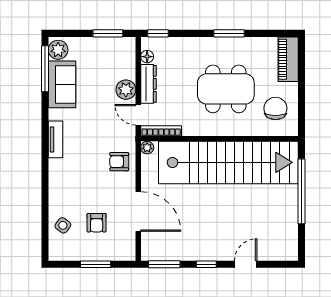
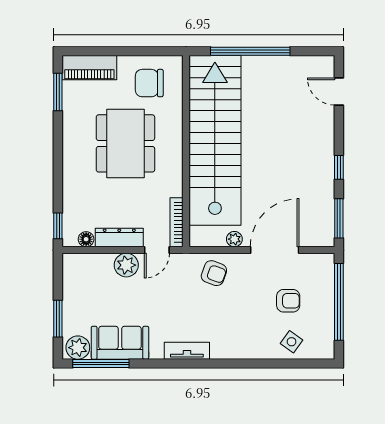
window: (108, 33) -> (58, 319), moved
window: (229, 33) -> (58, 92), moved
plant: (147, 148) -> (234, 239), moved
armchair: (119, 162) -> (214, 273), turned -70
window: (96, 264) -> (339, 302), width x2.11
door: (246, 264) -> (339, 92), moved

